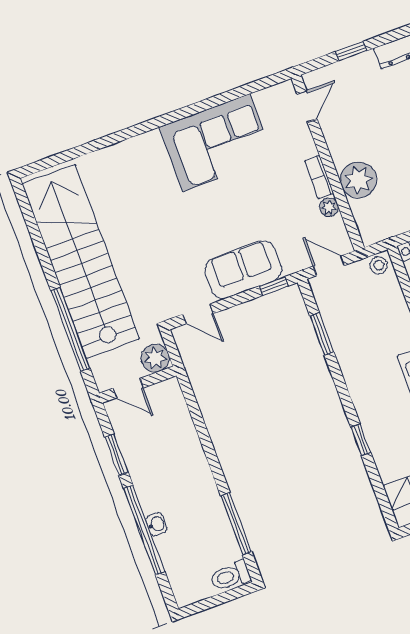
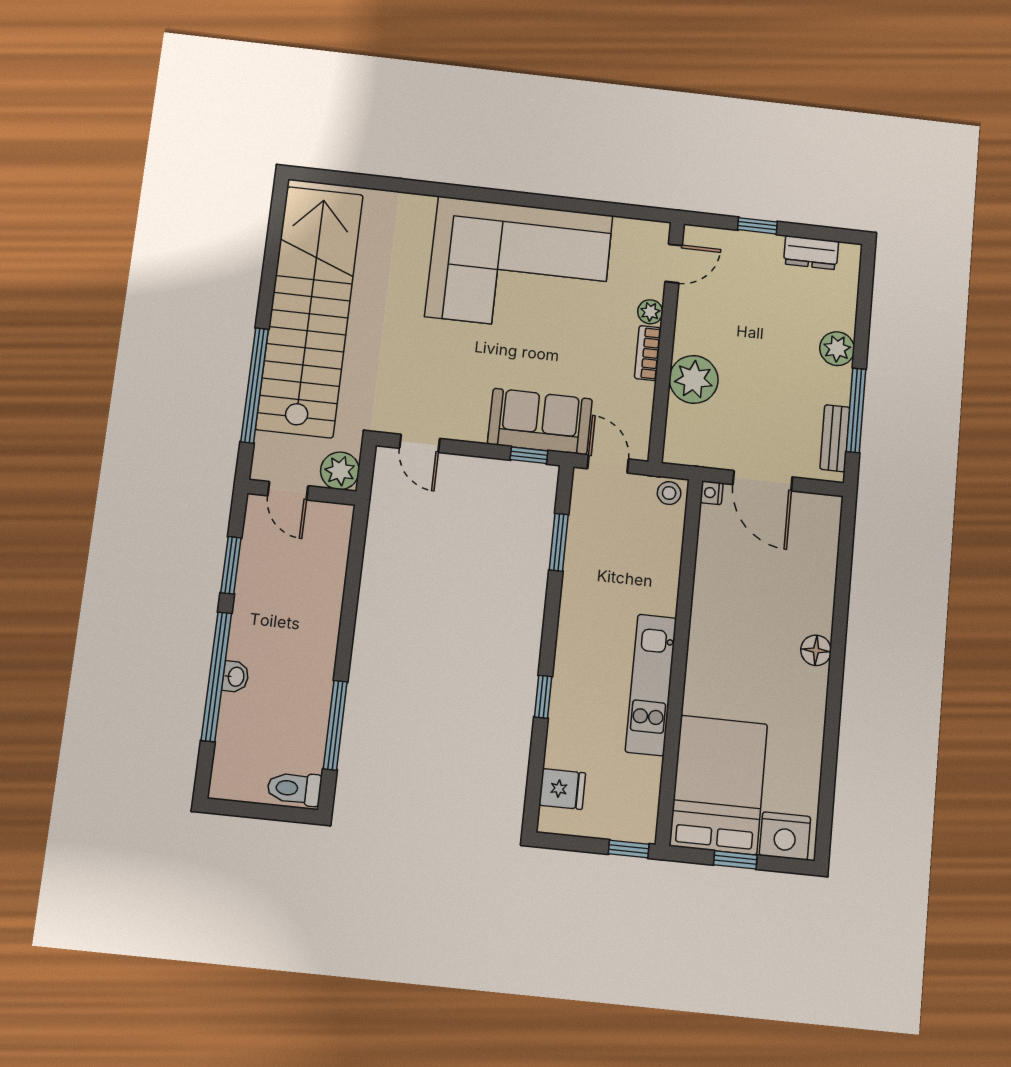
corner sofa: (216, 143) -> (519, 266), width x1.36, depth x1.36
plant: (329, 207) -> (650, 312), moved
sofa: (243, 270) -> (540, 421), moved

